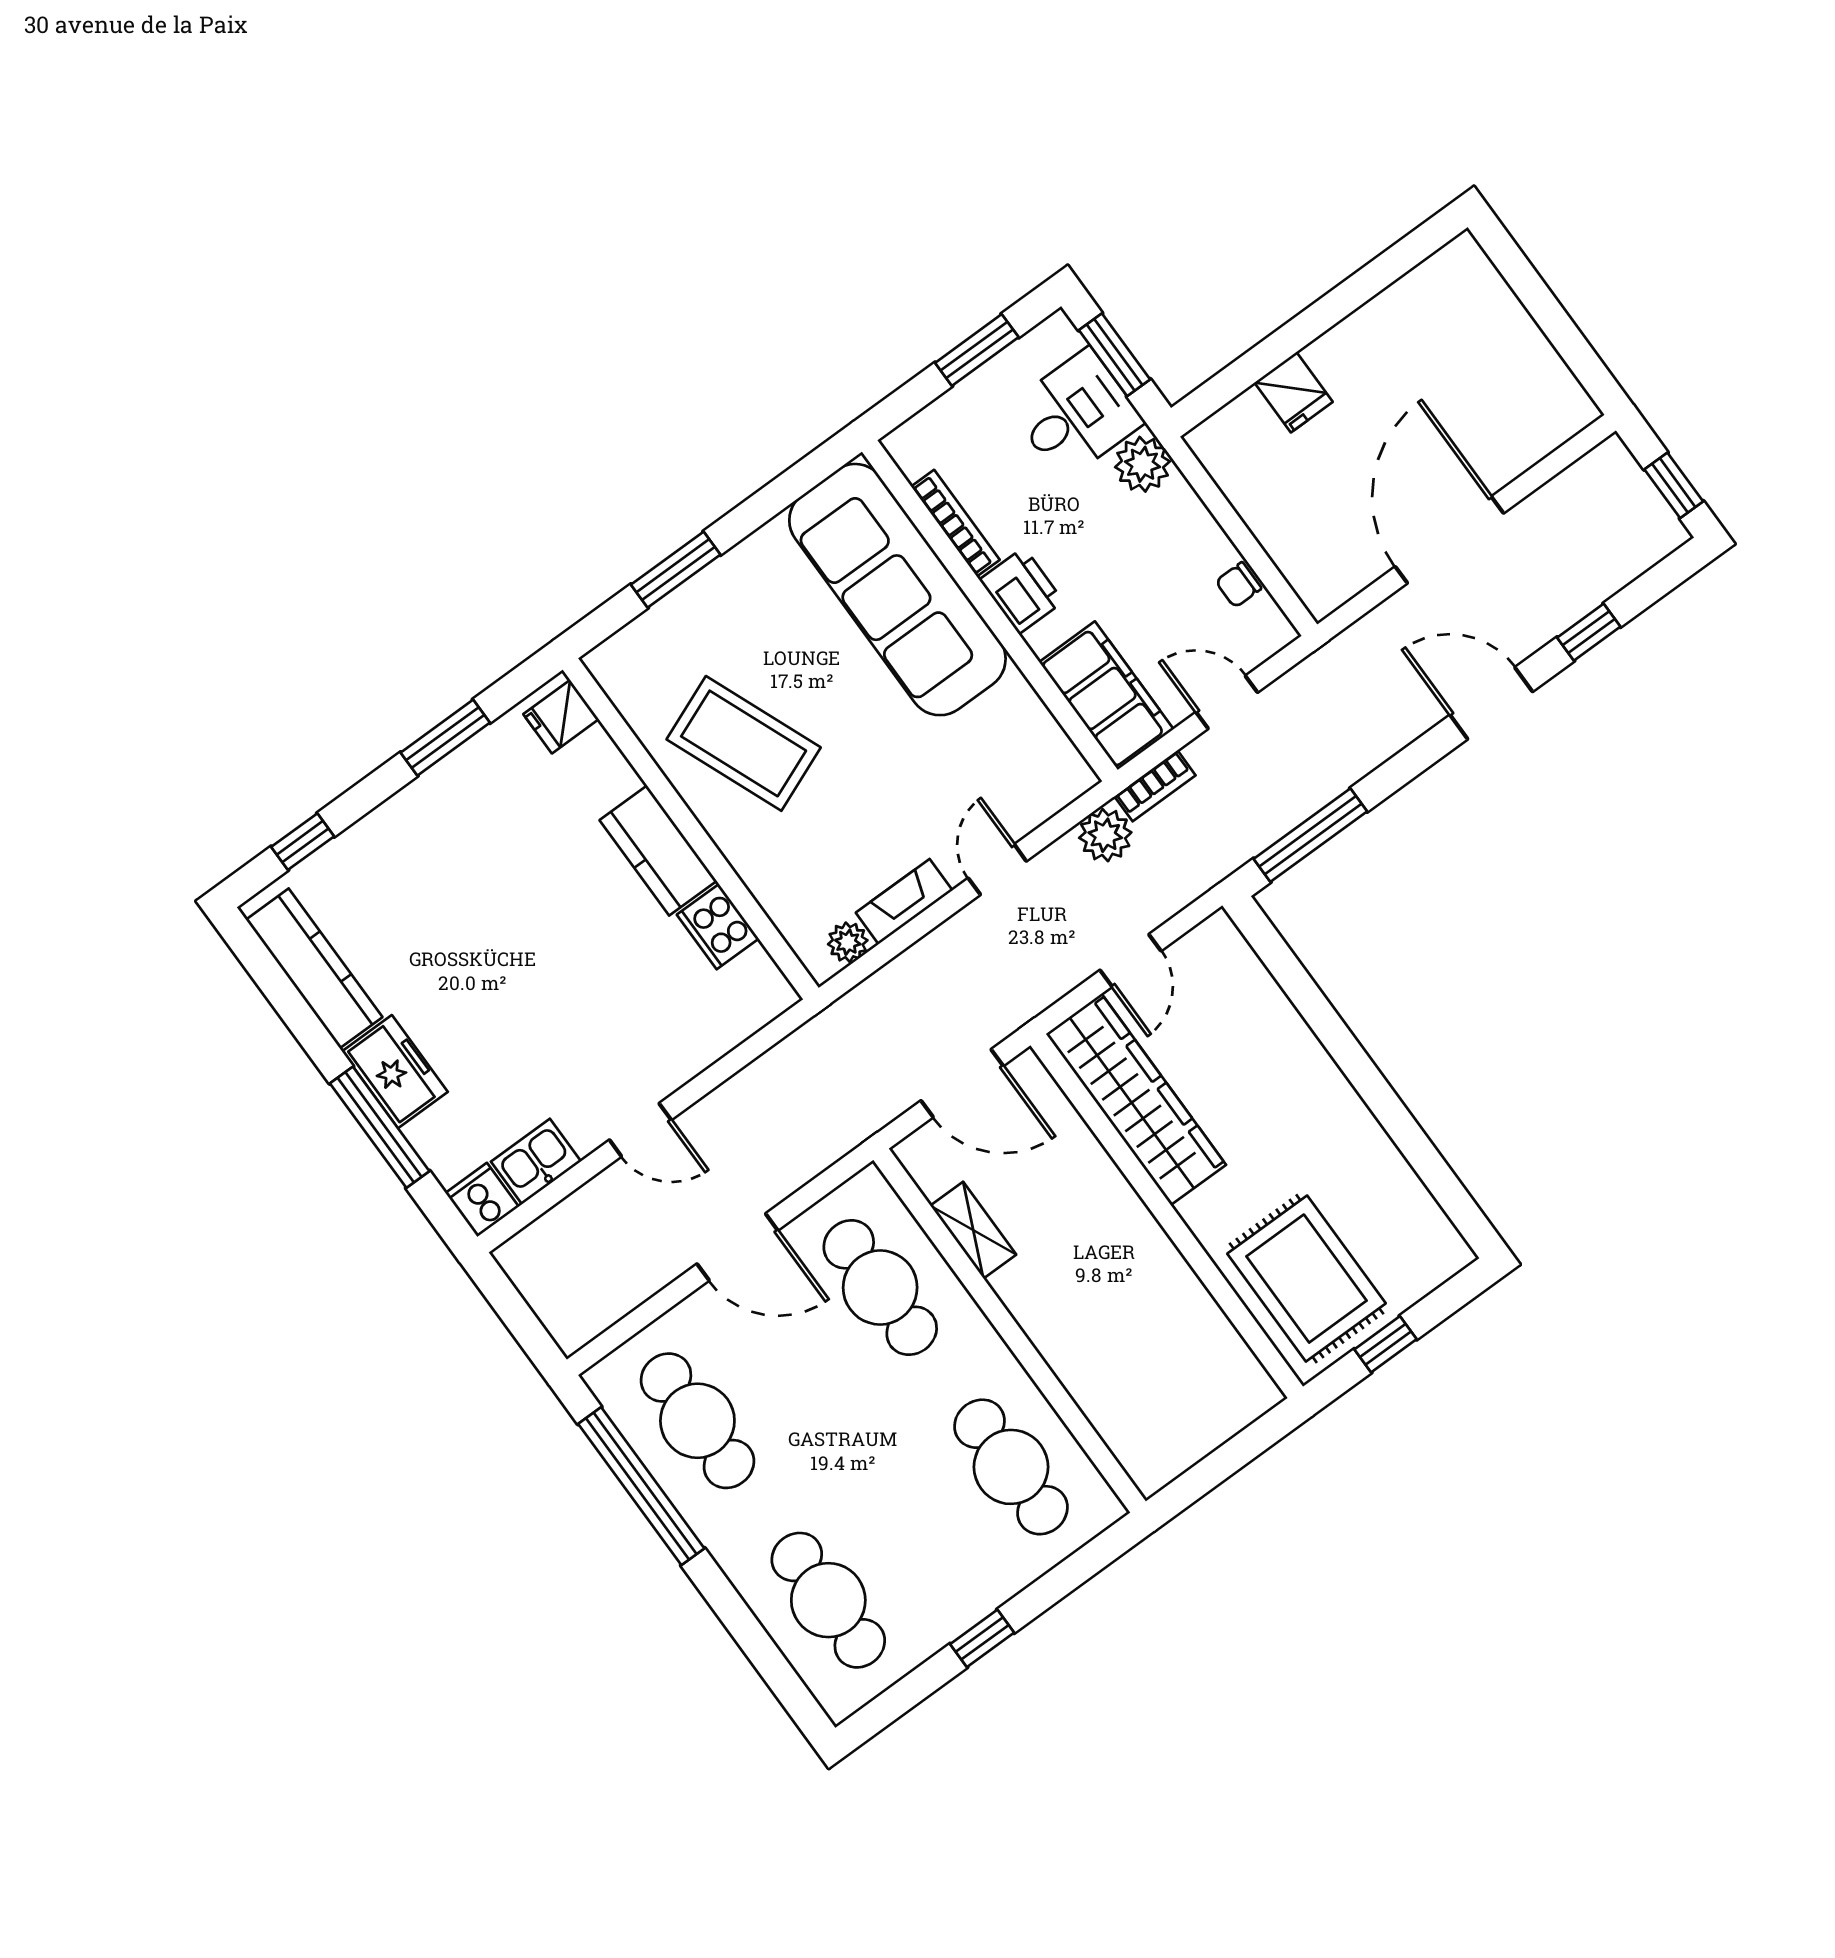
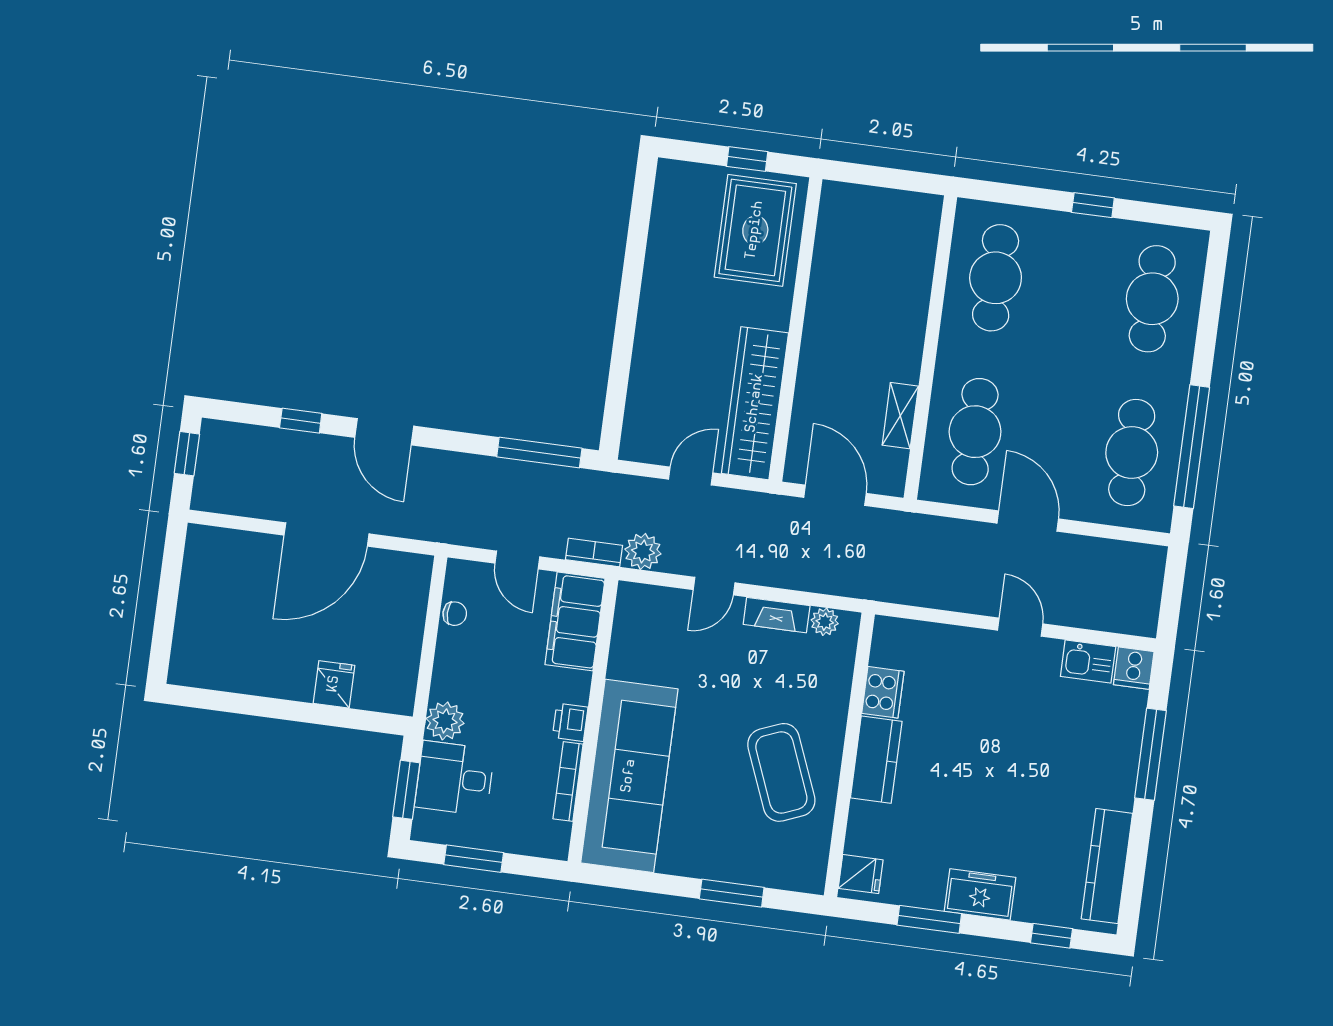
printer: (1021, 591) -> (570, 722), width x0.73, depth x0.81
freezer: (395, 1072) -> (980, 894), moved, turned 90

